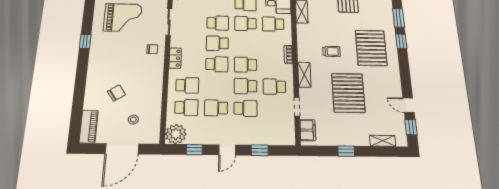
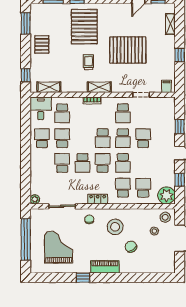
school desk: (245, 24) -> (62, 138), turned 180
pallet: (371, 48) -> (84, 27), turned 90
shelving: (304, 75) -> (99, 87), moved
stool: (142, 76) -> (115, 227), added
school desk: (216, 108) -> (123, 163), moved
piano: (89, 127) -> (105, 267), moved
filing cabinet: (308, 130) -> (167, 86), width x0.50
stool: (149, 132) -> (165, 217), added

